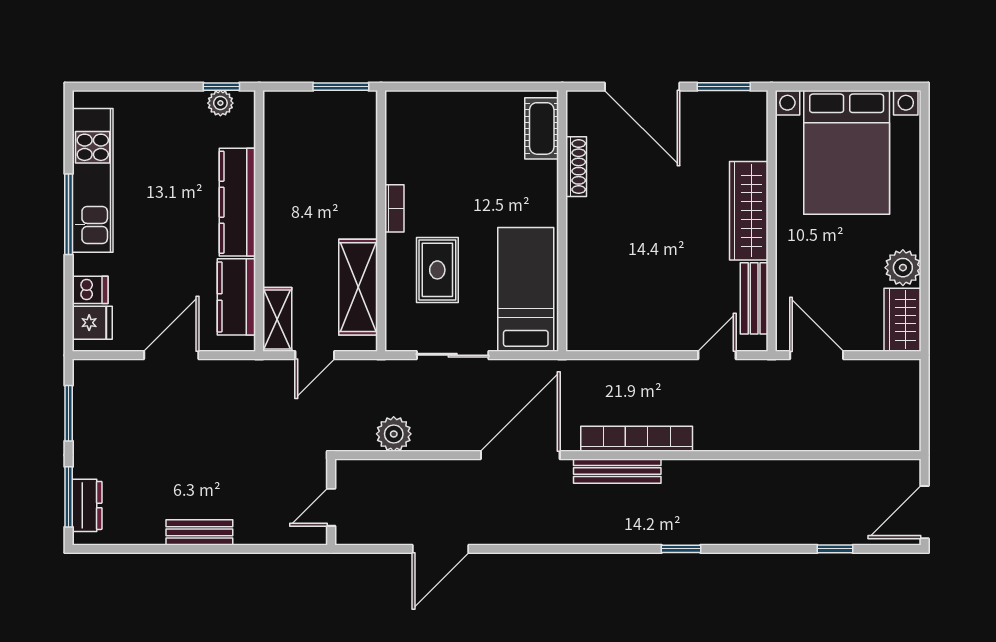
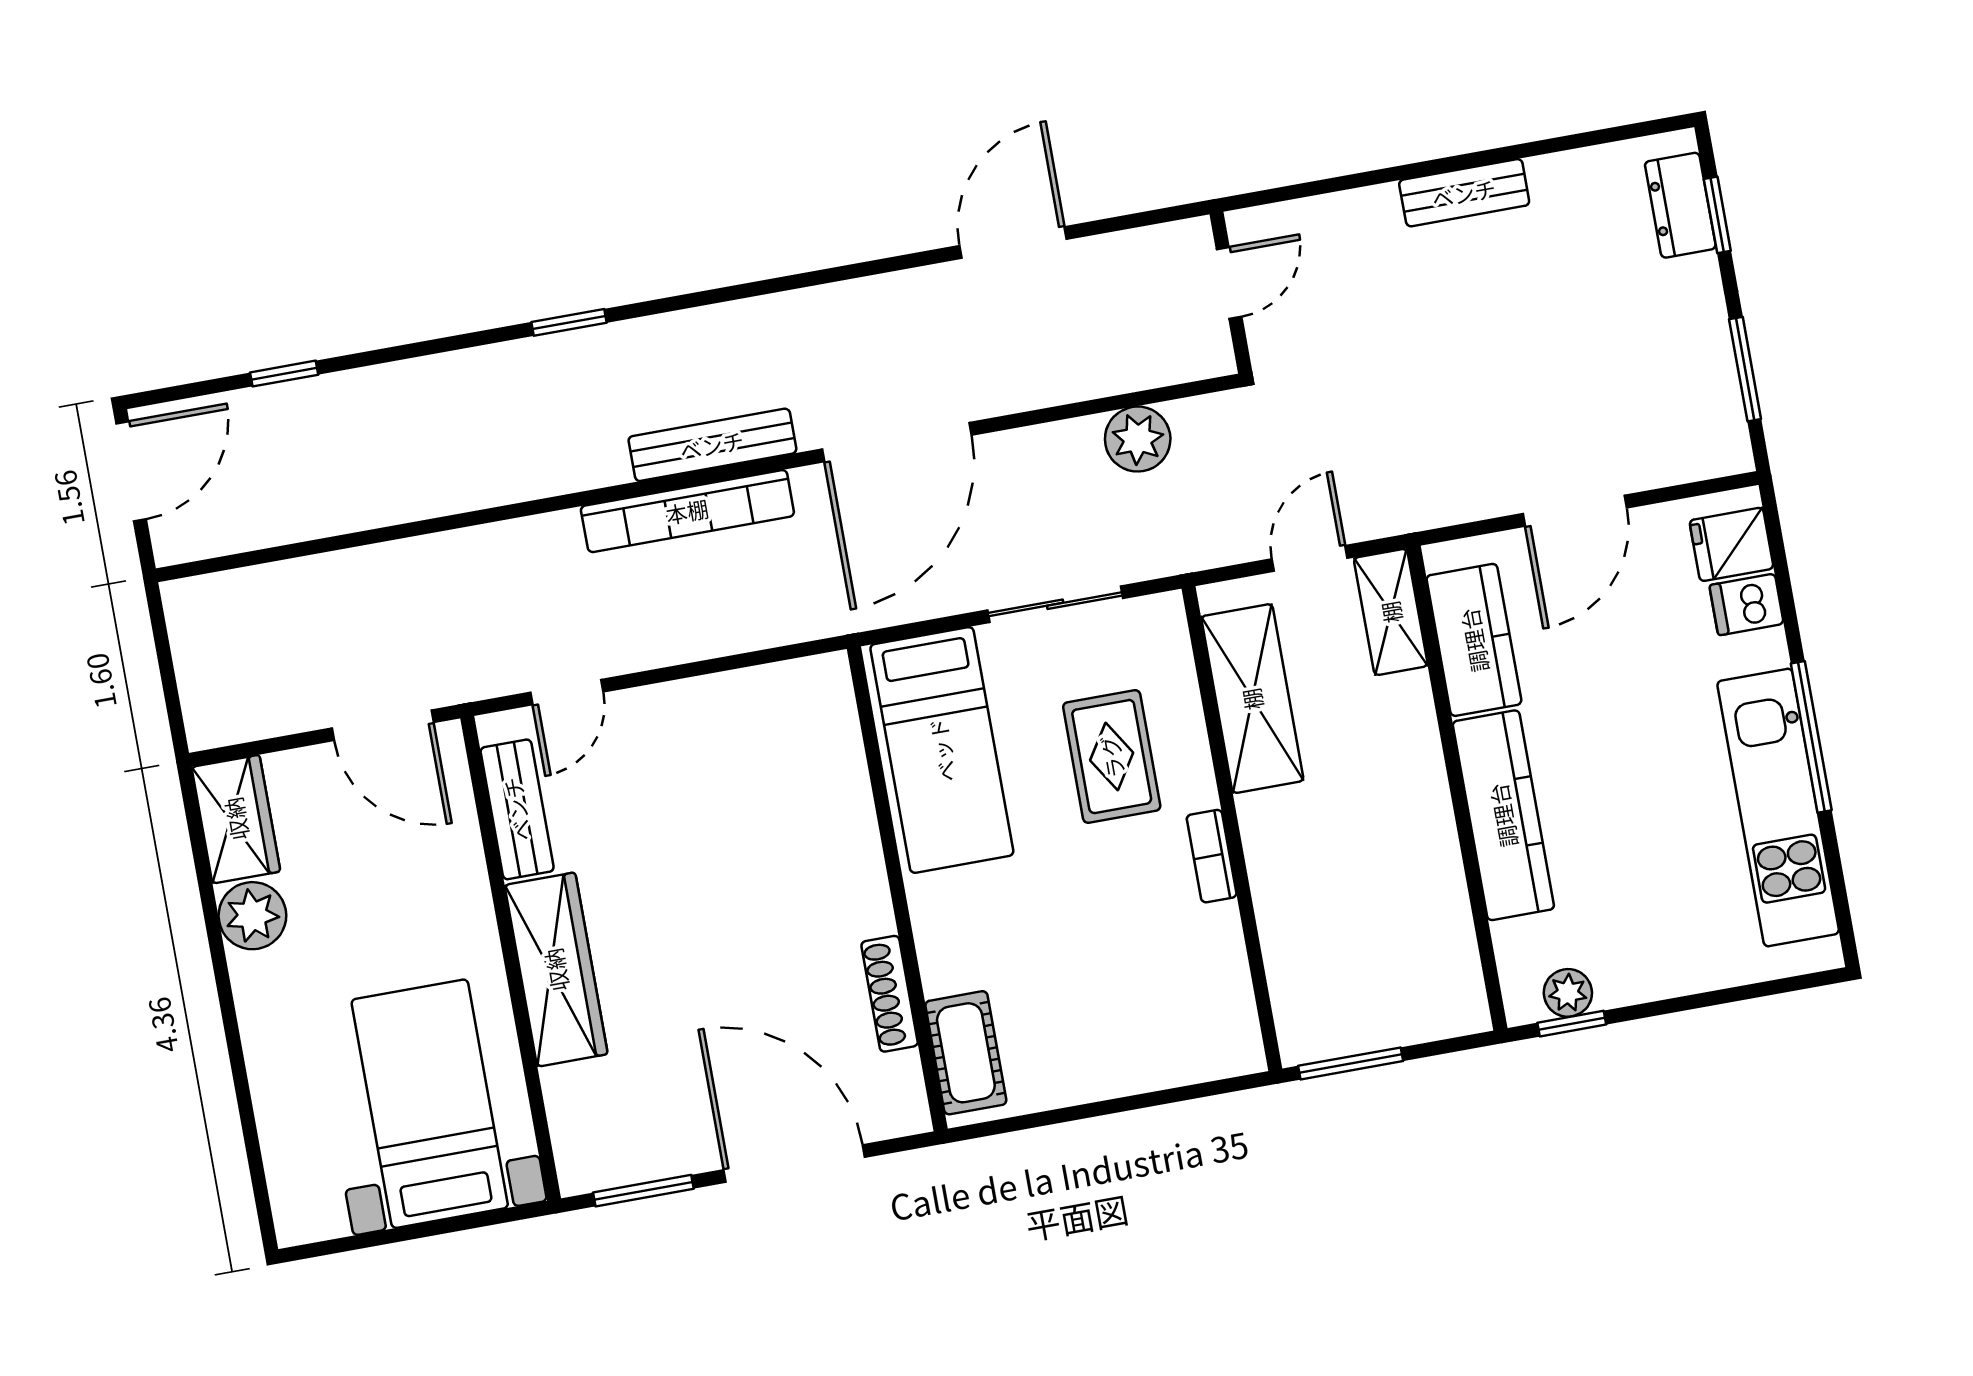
bed with nightstands: (847, 152) -> (430, 1104), width x0.73
window: (69, 497) -> (1717, 215), width x0.67

